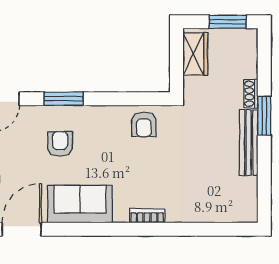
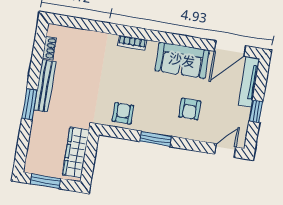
wardrobe: (195, 54) -> (76, 152), width x1.50
shoe rack: (251, 94) -> (49, 48), moved
window: (64, 99) -> (156, 139), moved

